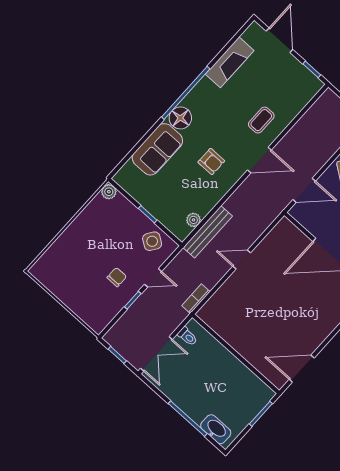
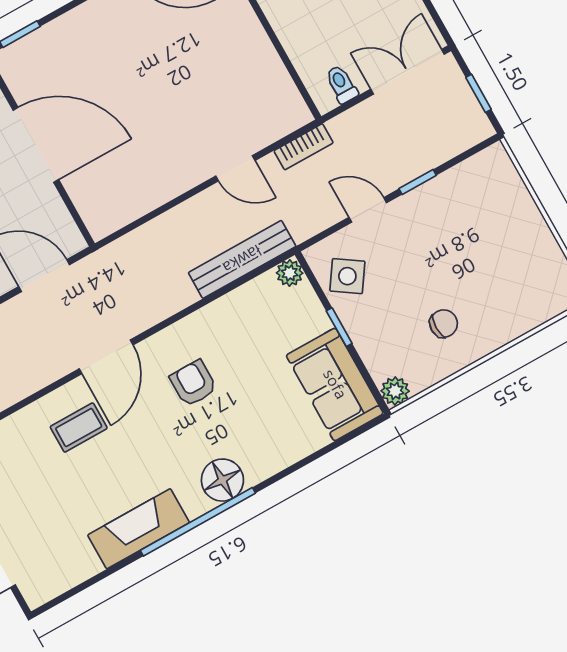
fireplace: (230, 62) -> (139, 529), moved
sofa: (157, 149) -> (335, 384), moved, turned -90
door: (259, 160) -> (106, 357), swing flipped
plant: (193, 220) -> (290, 273), moved
door: (242, 259) -> (235, 168), moved
chair: (117, 277) -> (444, 324), moved, turned 180

